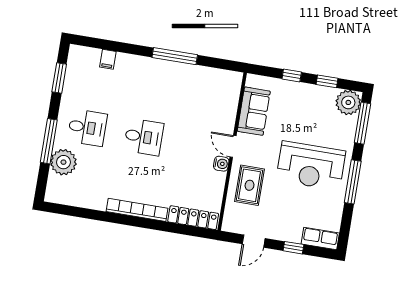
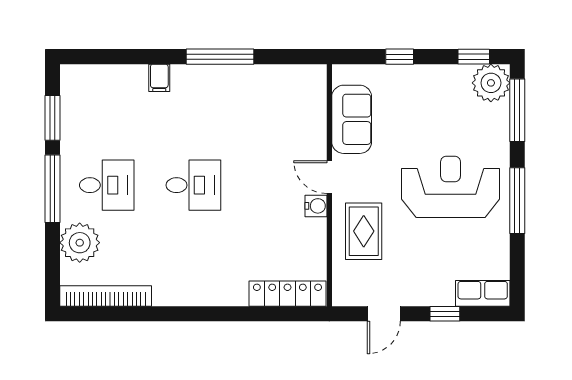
filing cabinet: (108, 59) -> (159, 78), moved
window: (327, 81) -> (474, 57), moved
window: (49, 141) -> (52, 189), moved
reception desk: (311, 166) -> (451, 187), turned 180
bookcase: (137, 210) -> (106, 296), moved

